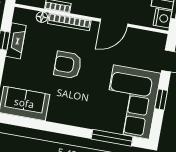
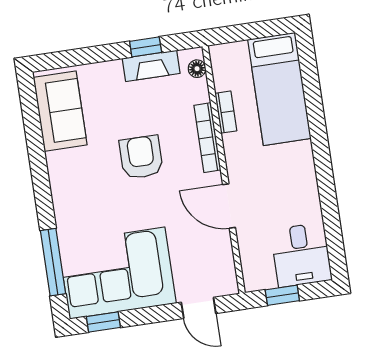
floor lamp: (42, 17) -> (197, 69), moved
nightstand: (163, 18) -> (261, 278), removed
window: (161, 100) -> (103, 322), moved

